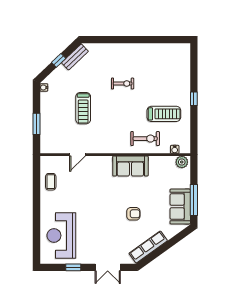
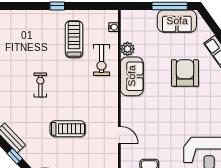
exercise bike: (145, 139) -> (101, 60), turned 180
plant: (182, 162) -> (127, 49), moved
armchair: (133, 214) -> (185, 73), width x1.88, depth x1.88

